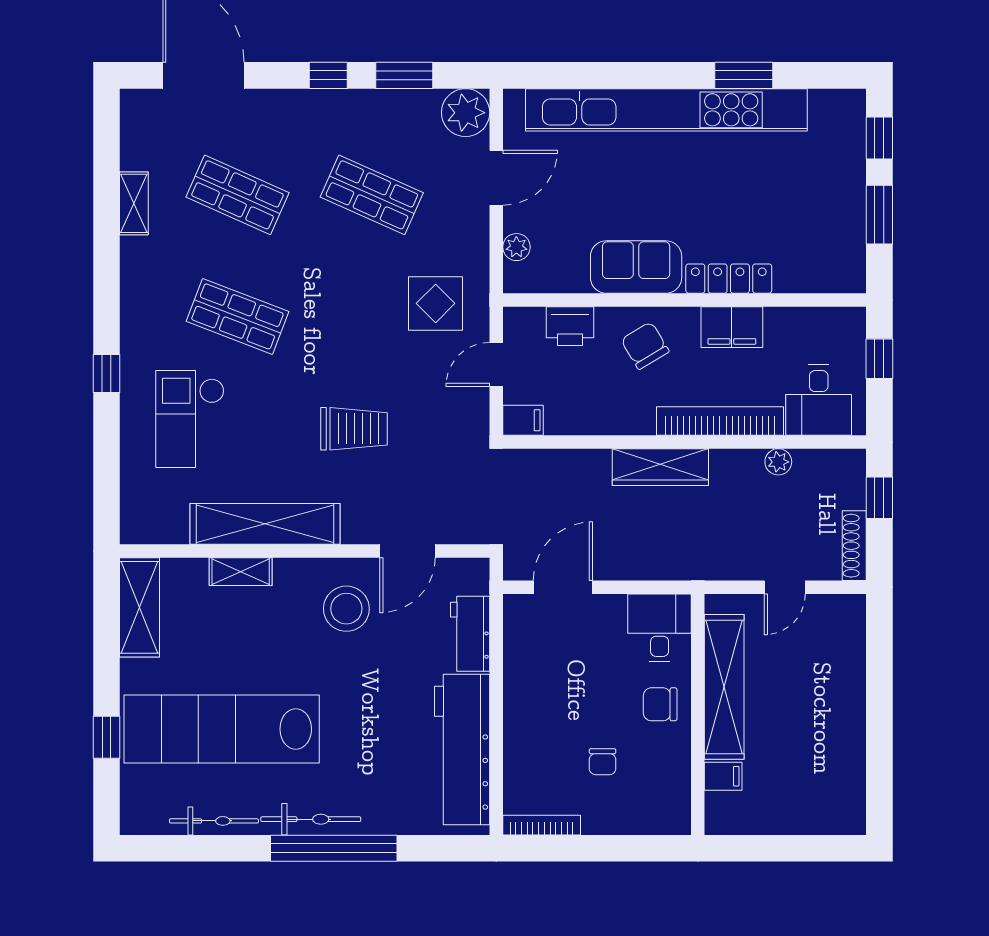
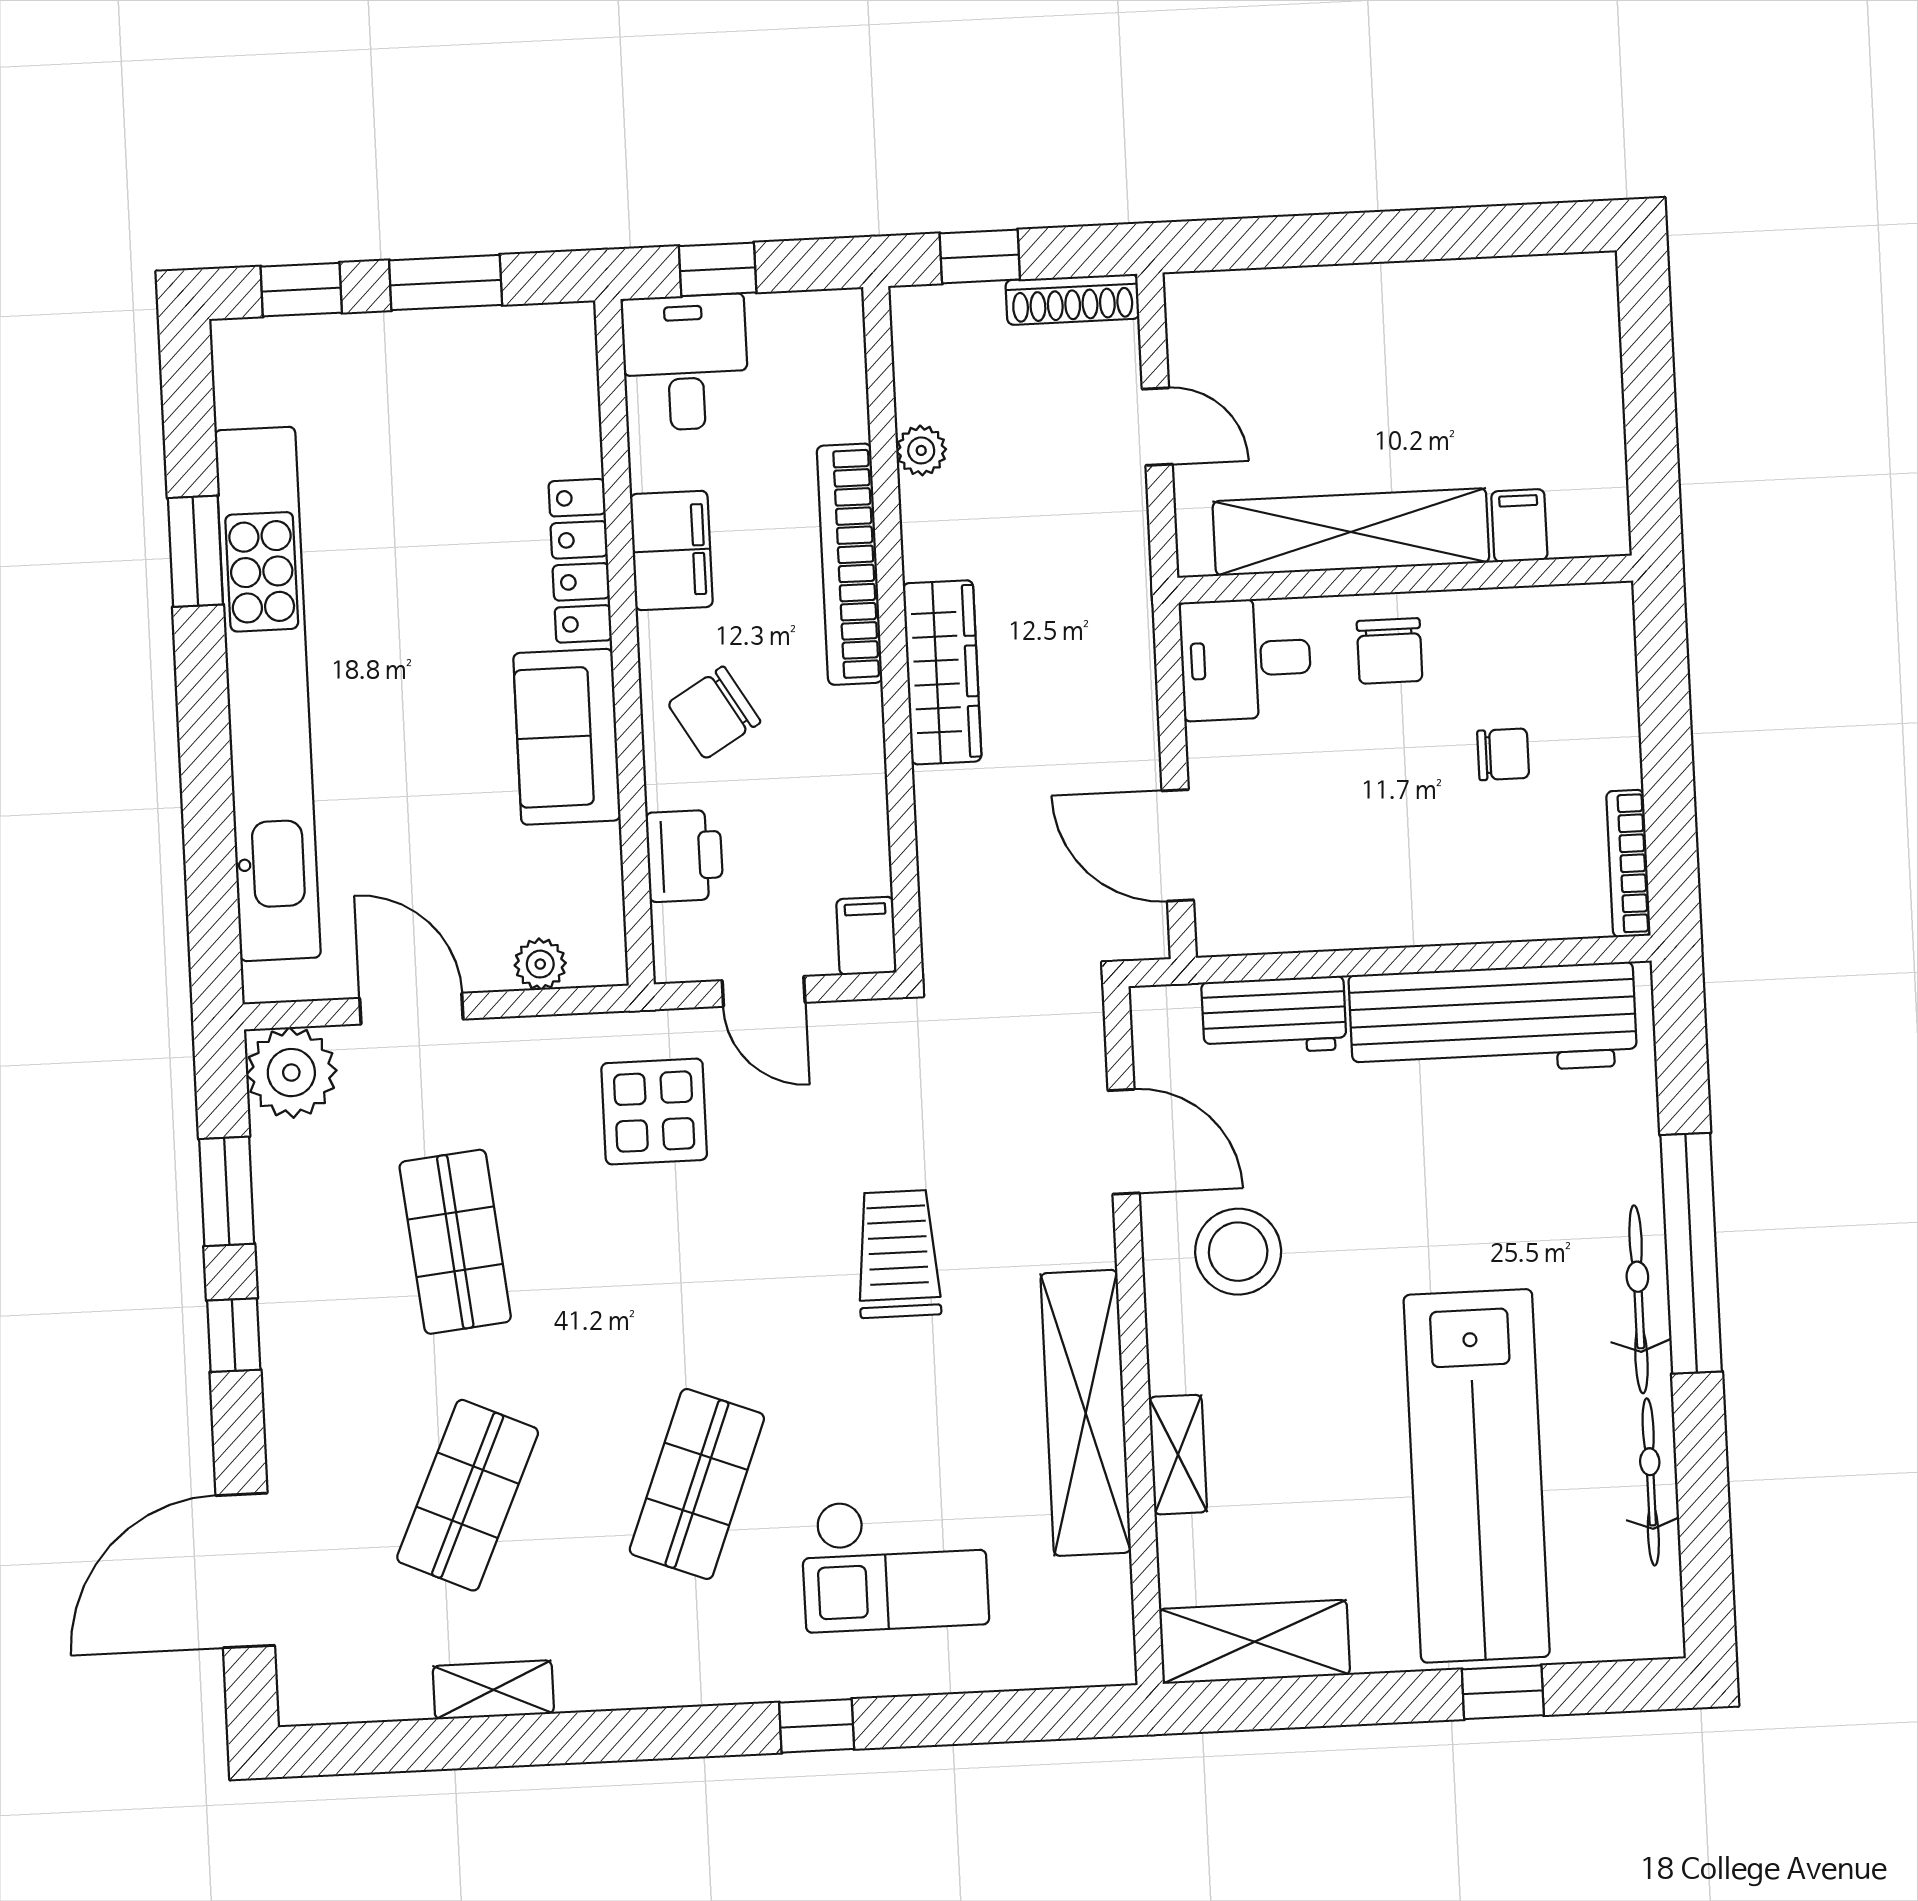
shop shelf: (372, 195) -> (455, 1242), turned -30
desk: (819, 400) -> (685, 363), moved, turned -90

